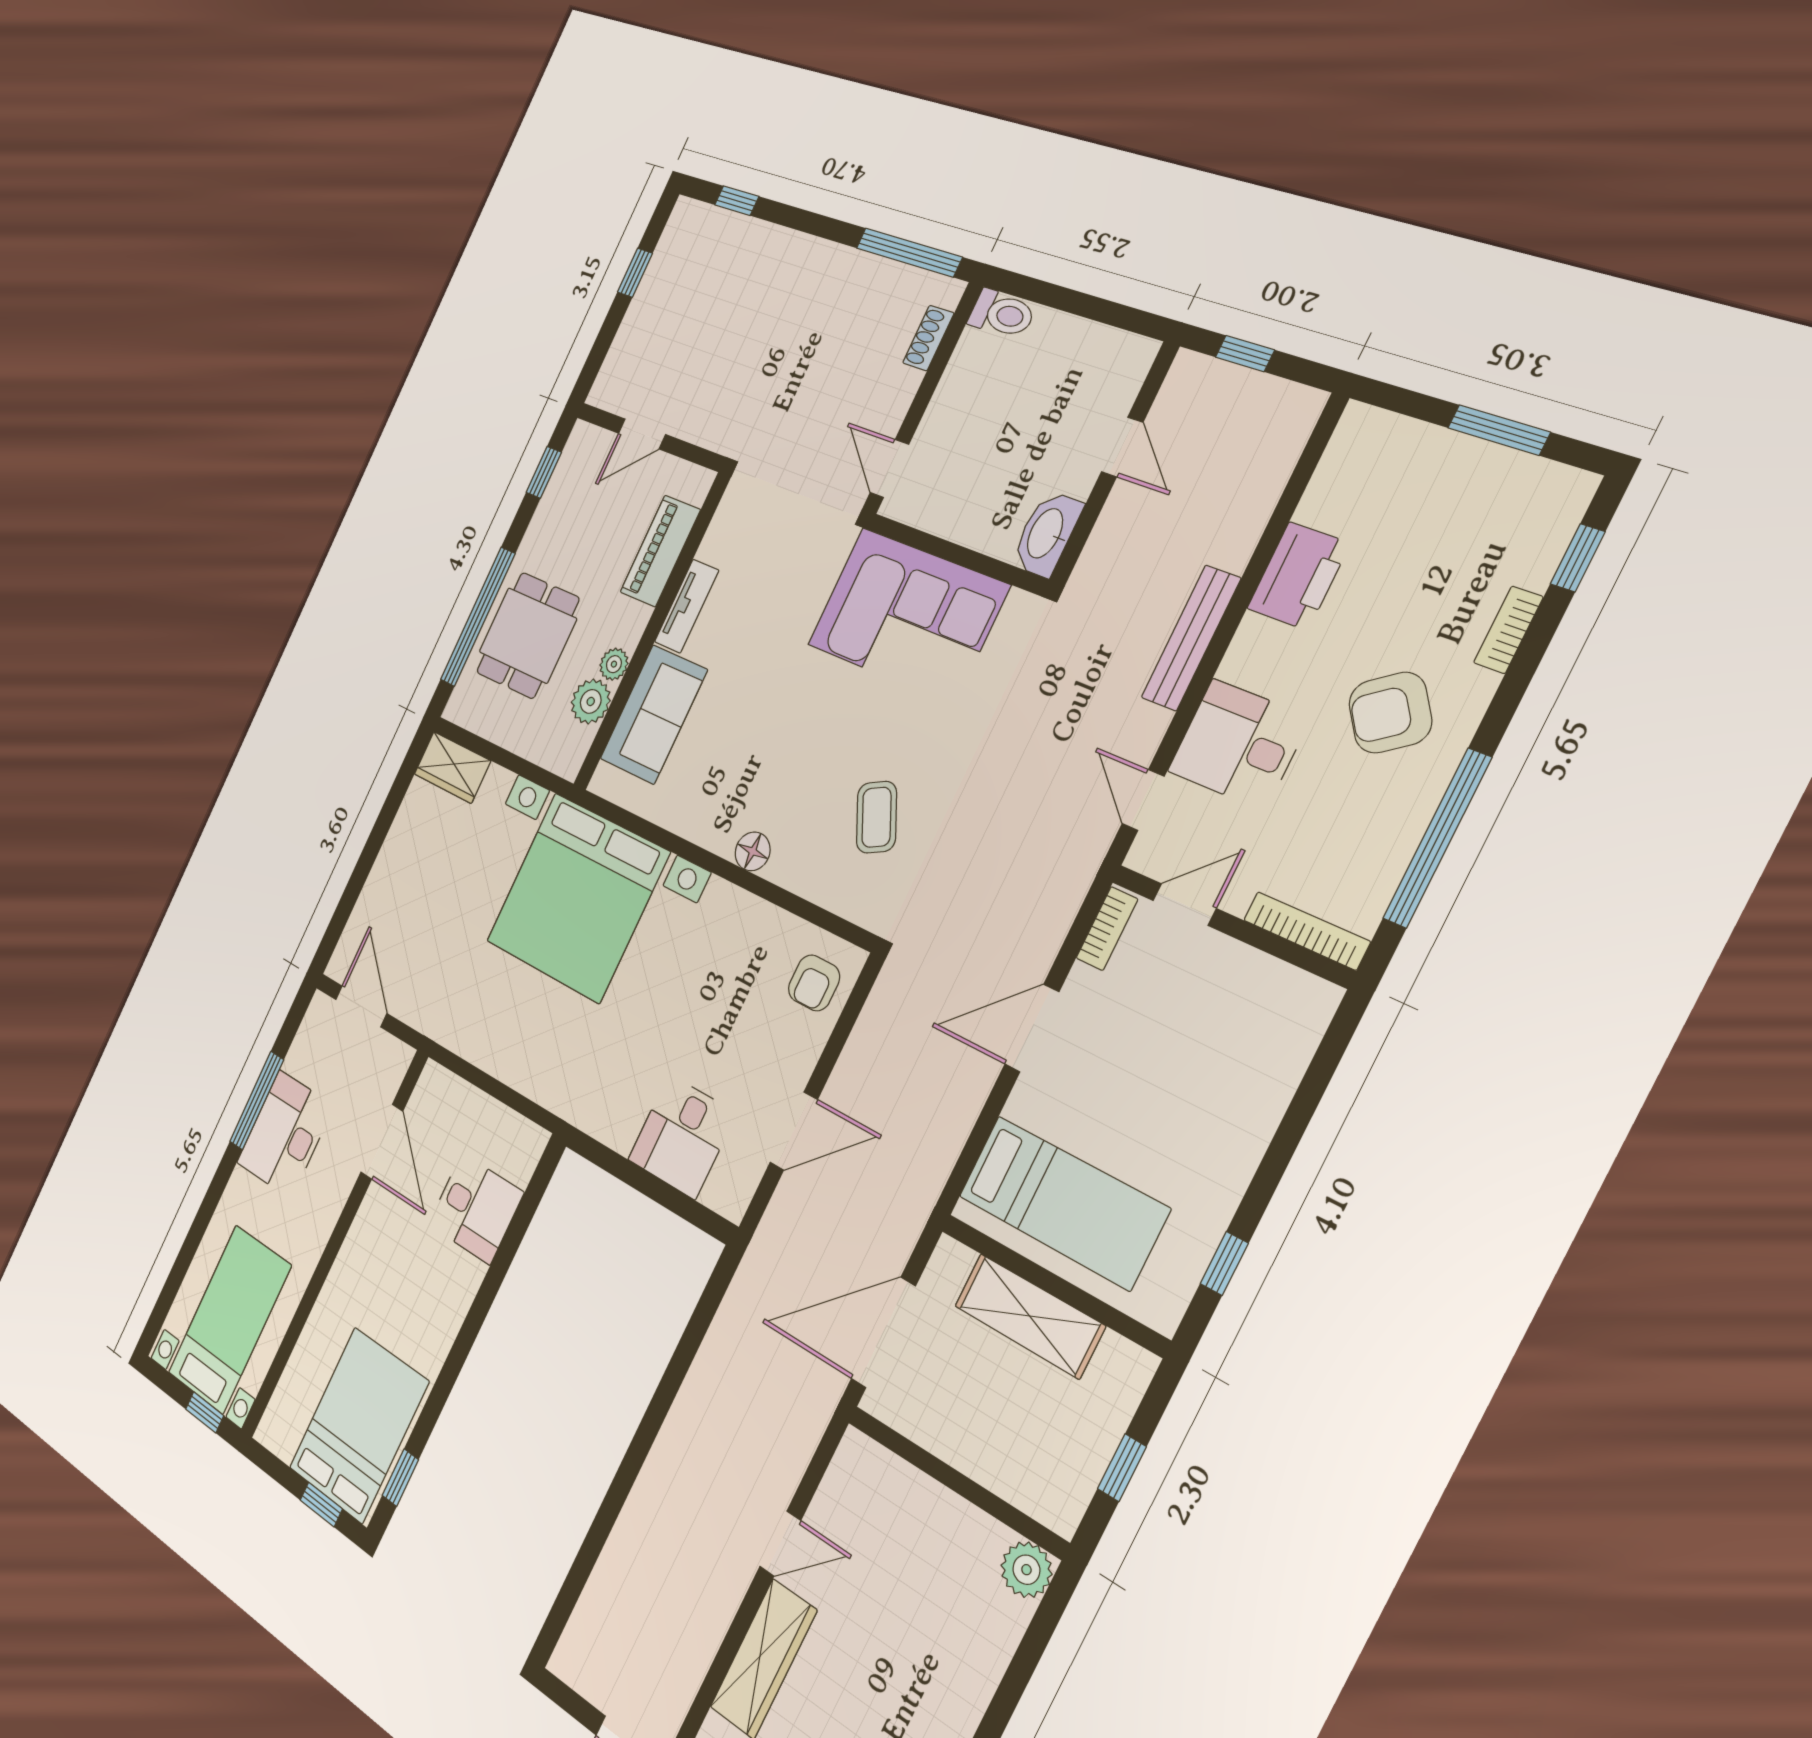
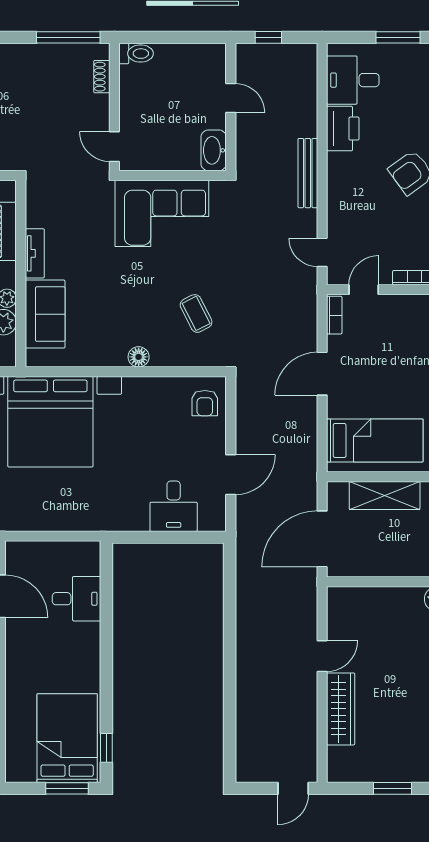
desk: (1239, 744) -> (353, 80), moved
window: (321, 1505) -> (67, 788), width x1.50

